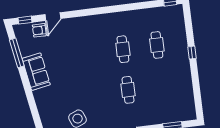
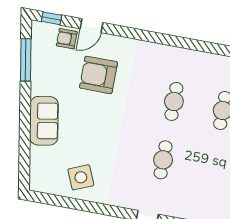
armchair: (68, 48) -> (98, 75), added
sofa: (36, 72) -> (44, 121), moved

